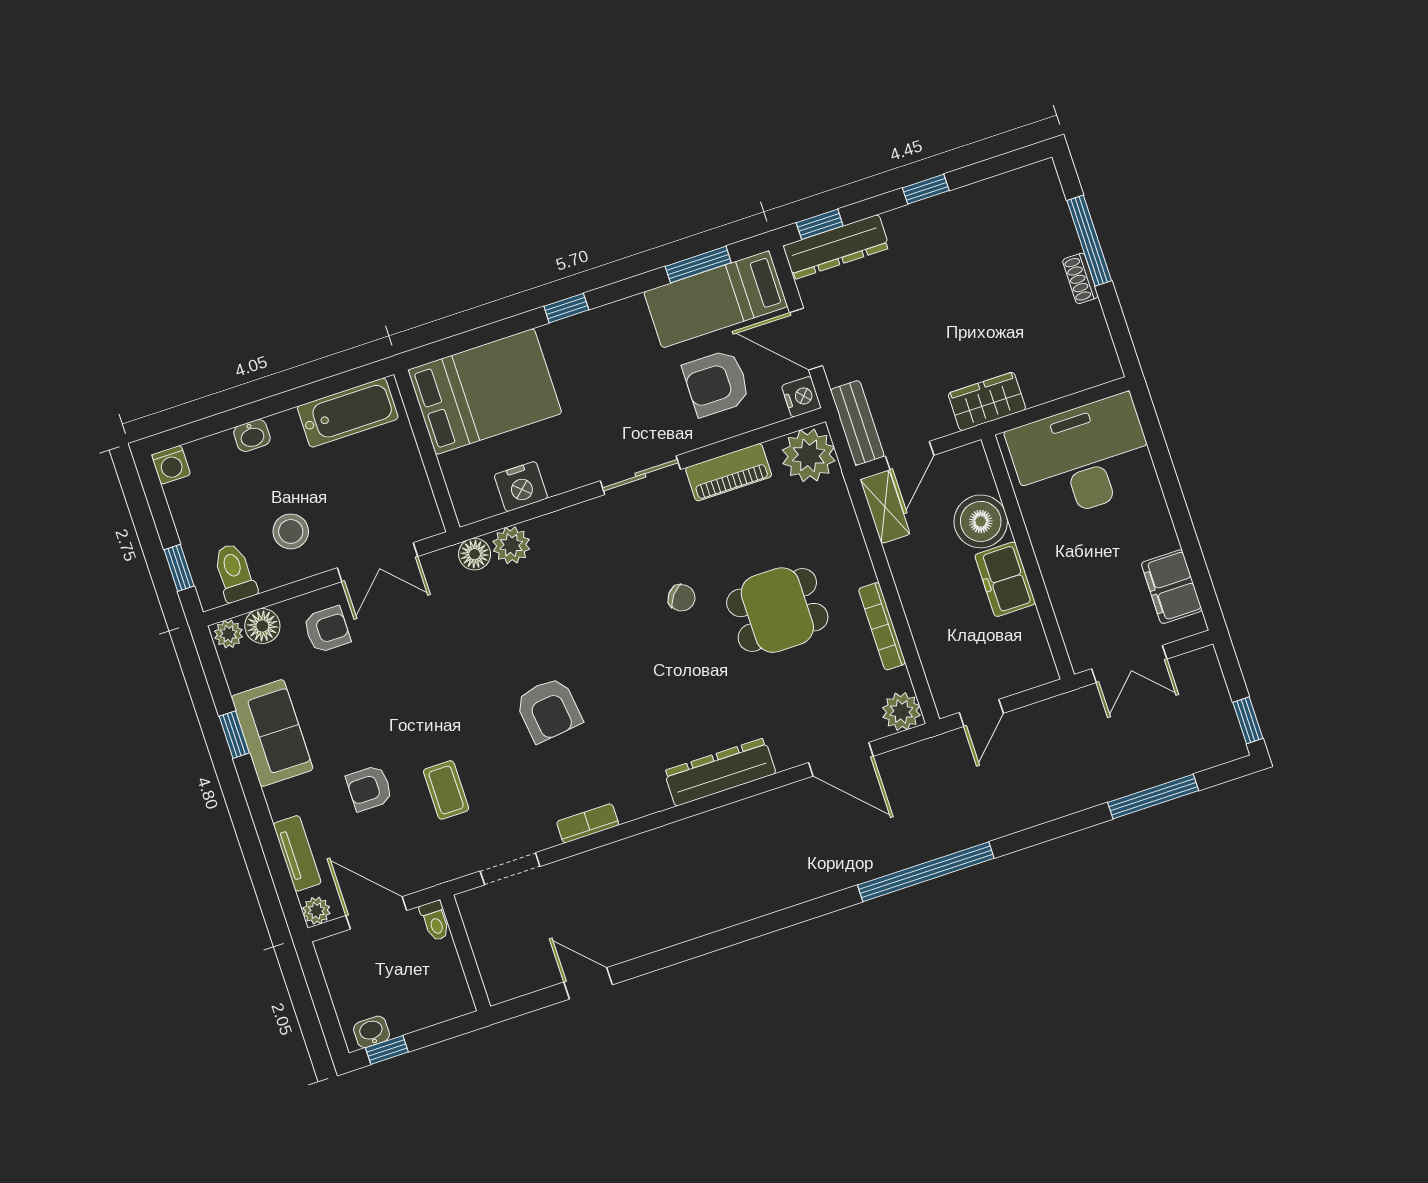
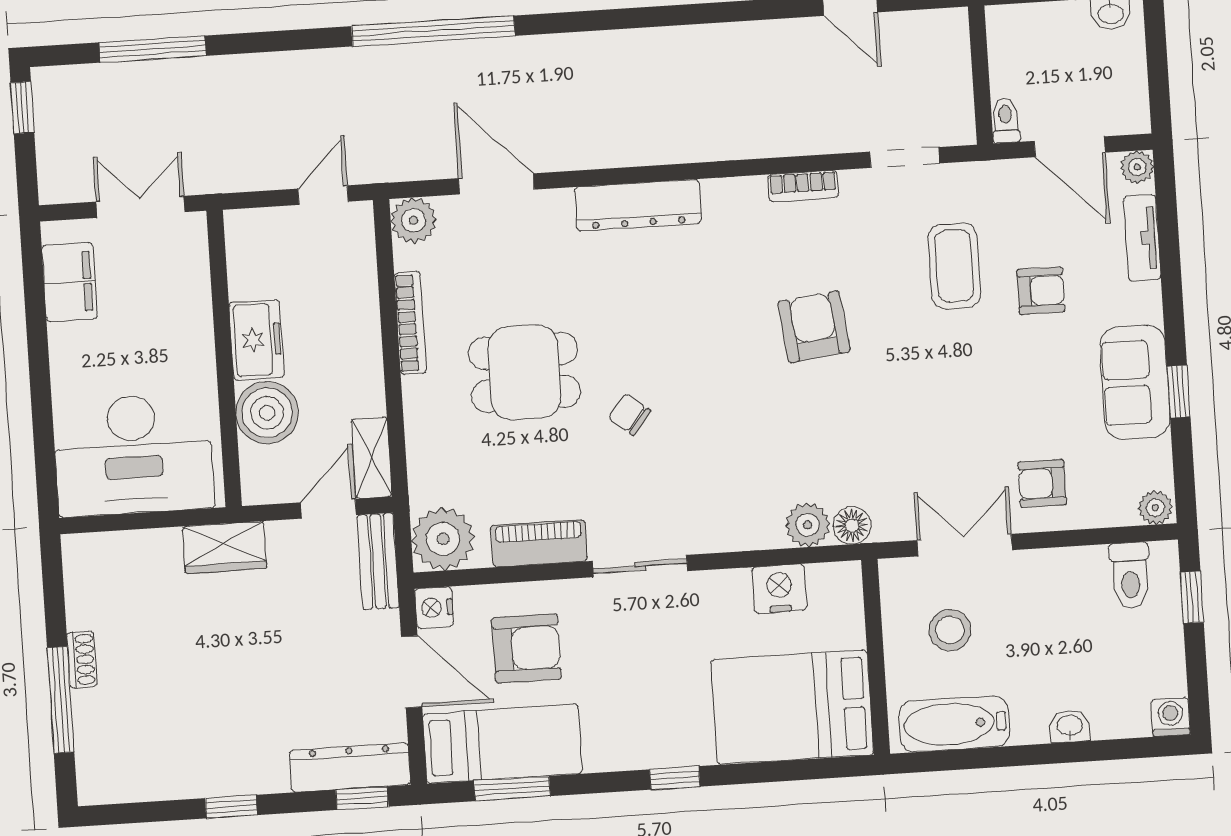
stool: (291, 531) -> (950, 630), moved
floor lamp: (262, 626) -> (1114, 507), removed
coffee table: (446, 790) -> (954, 266), width x1.36, depth x1.30

